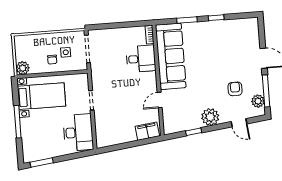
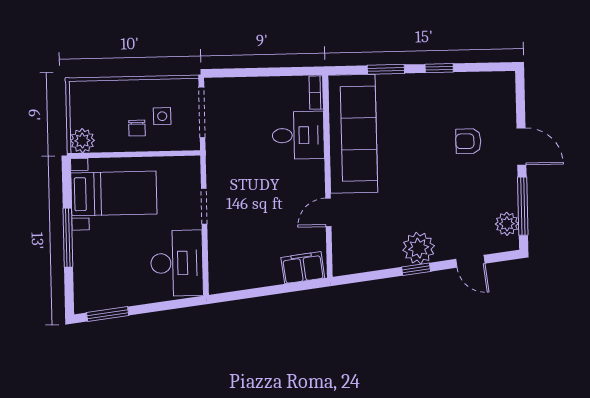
armchair: (235, 89) -> (468, 141), moved, turned -90
window: (194, 132) -> (416, 269), moved

